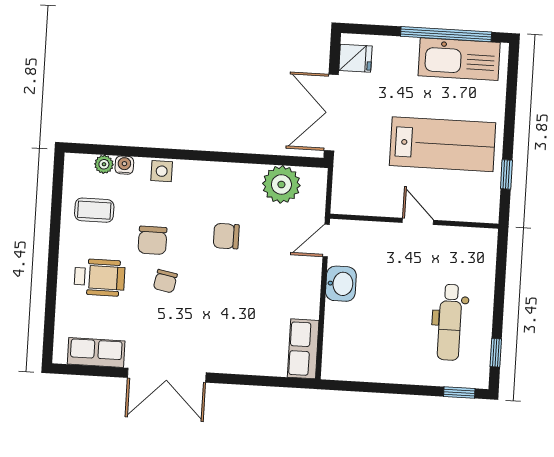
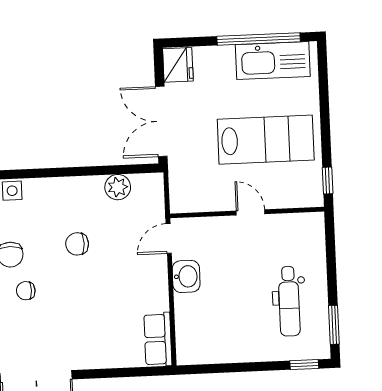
fridge: (355, 58) -> (178, 65), width x1.38
window: (506, 174) -> (328, 181), moved
plant: (281, 184) -> (118, 187), width x0.73, depth x0.73
chair: (165, 281) -> (26, 291), turned 79
window: (496, 353) -> (334, 325), width x1.50

